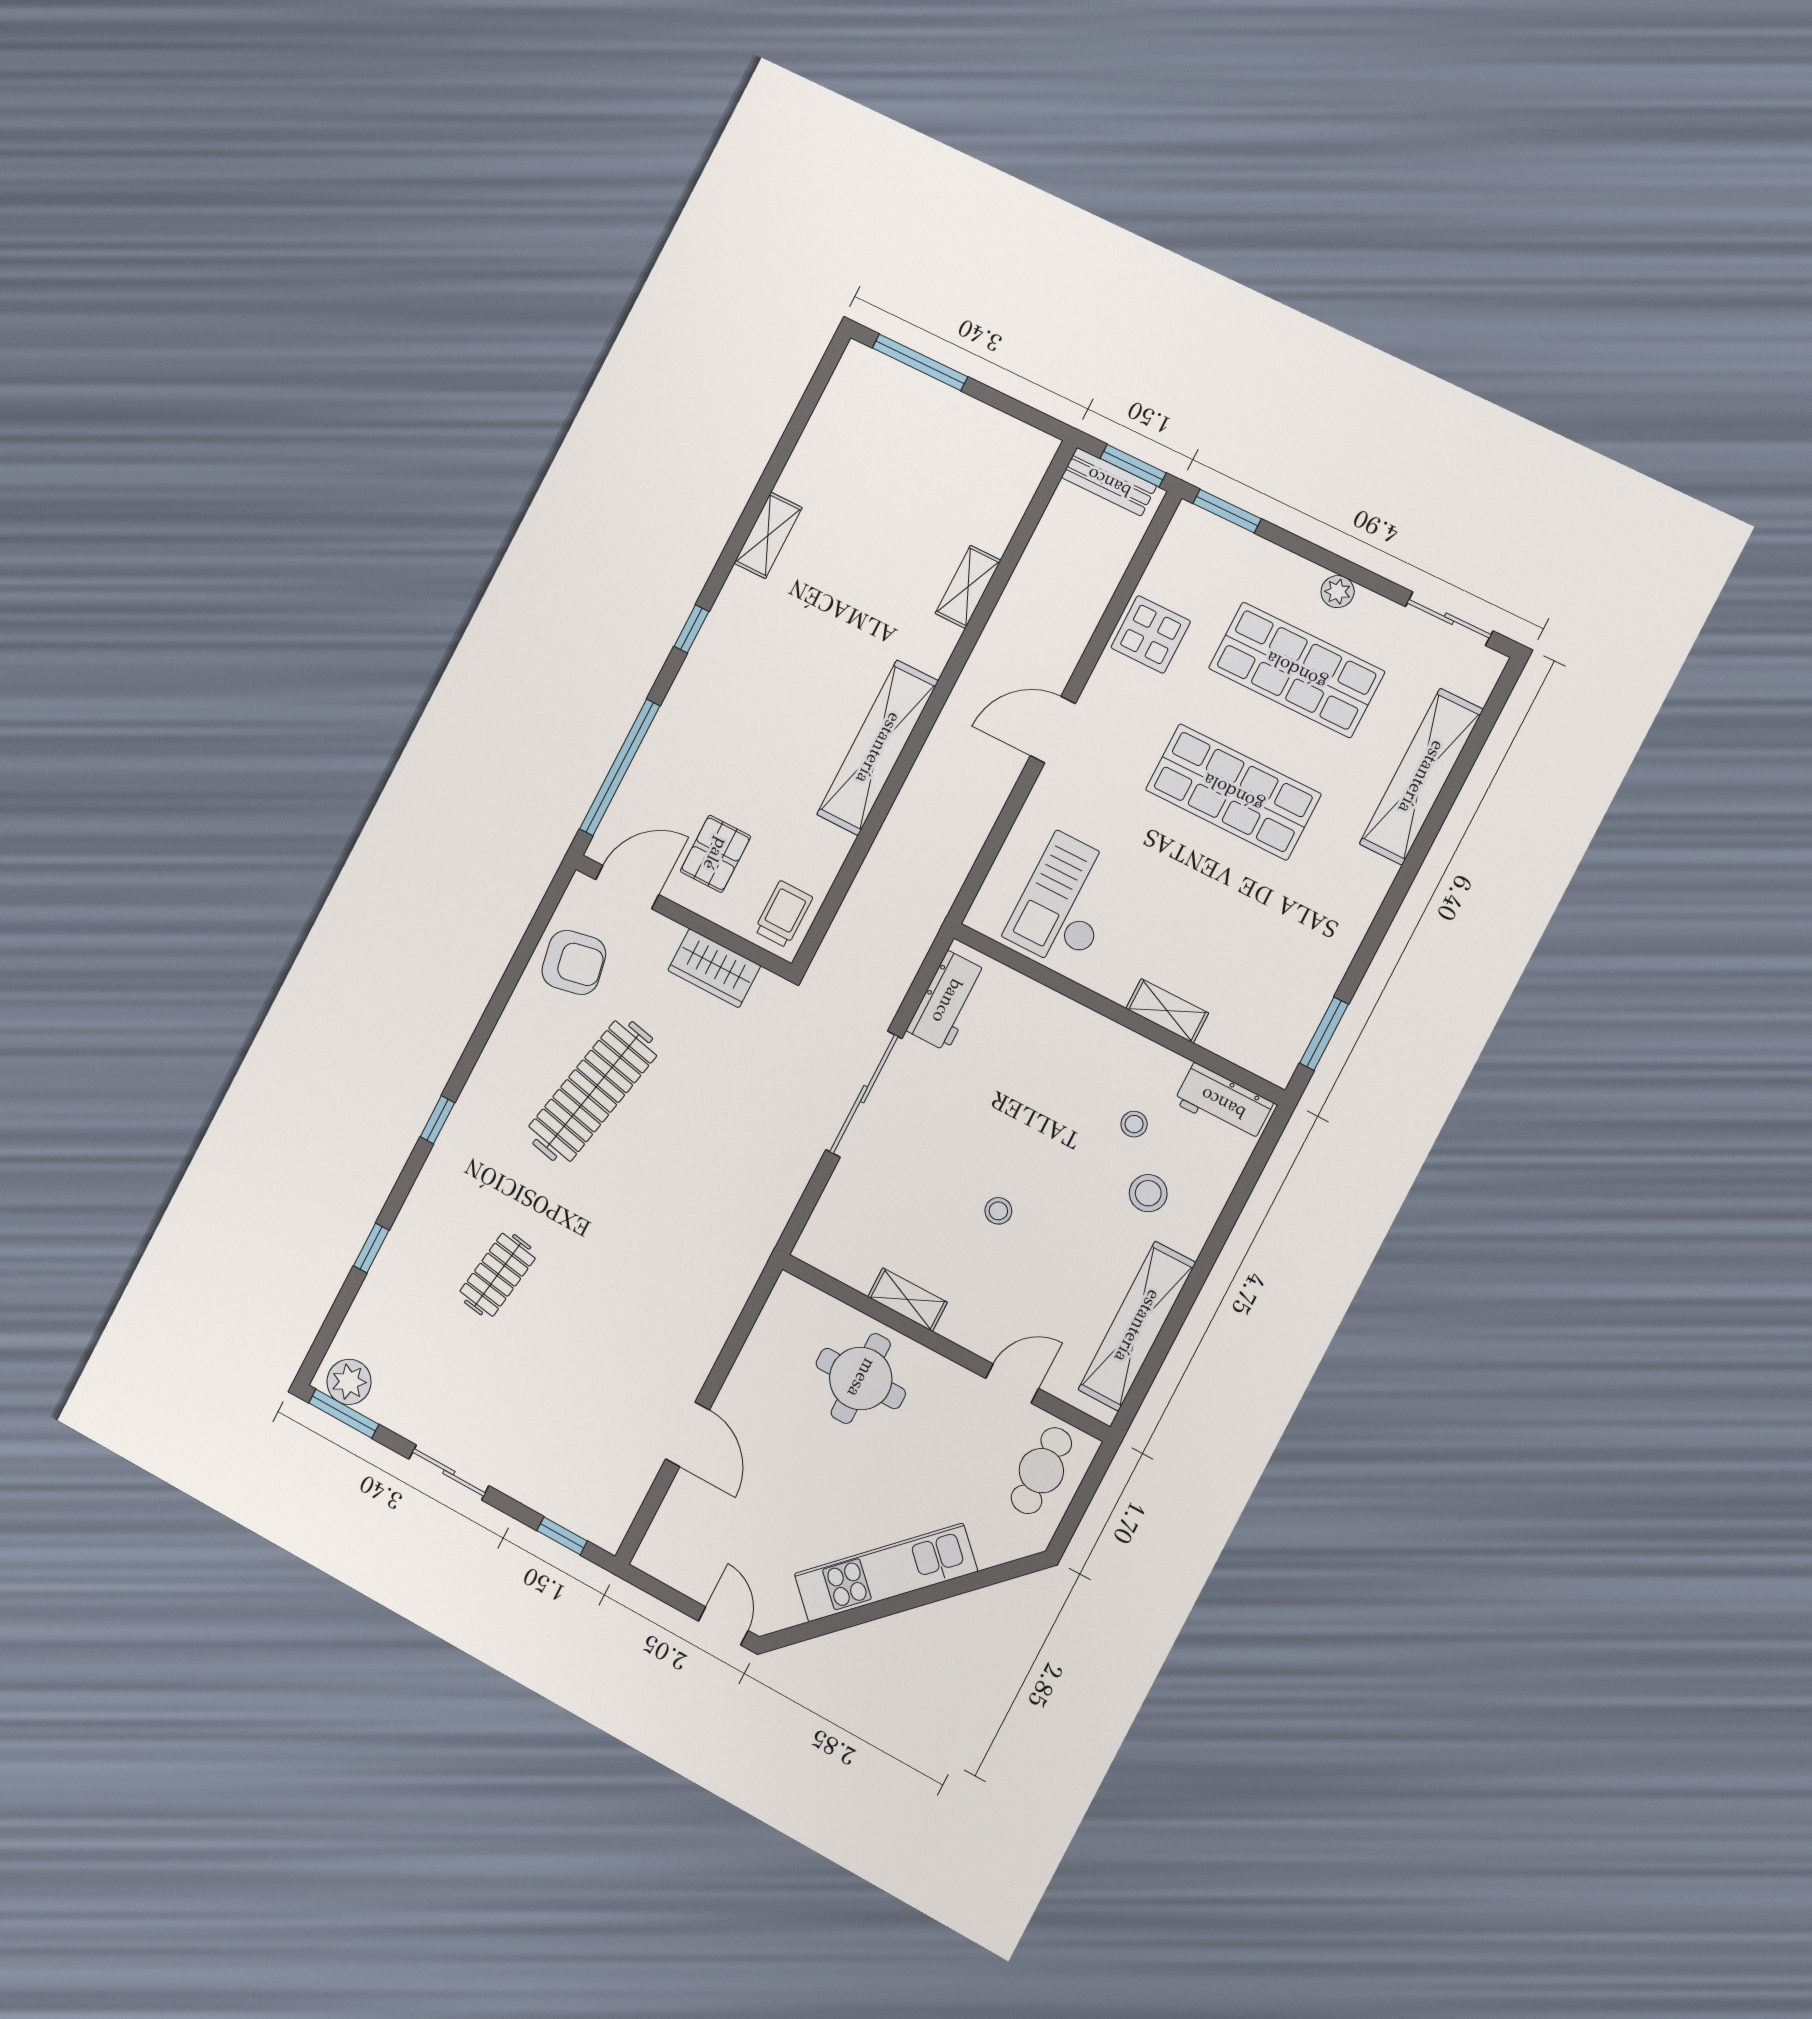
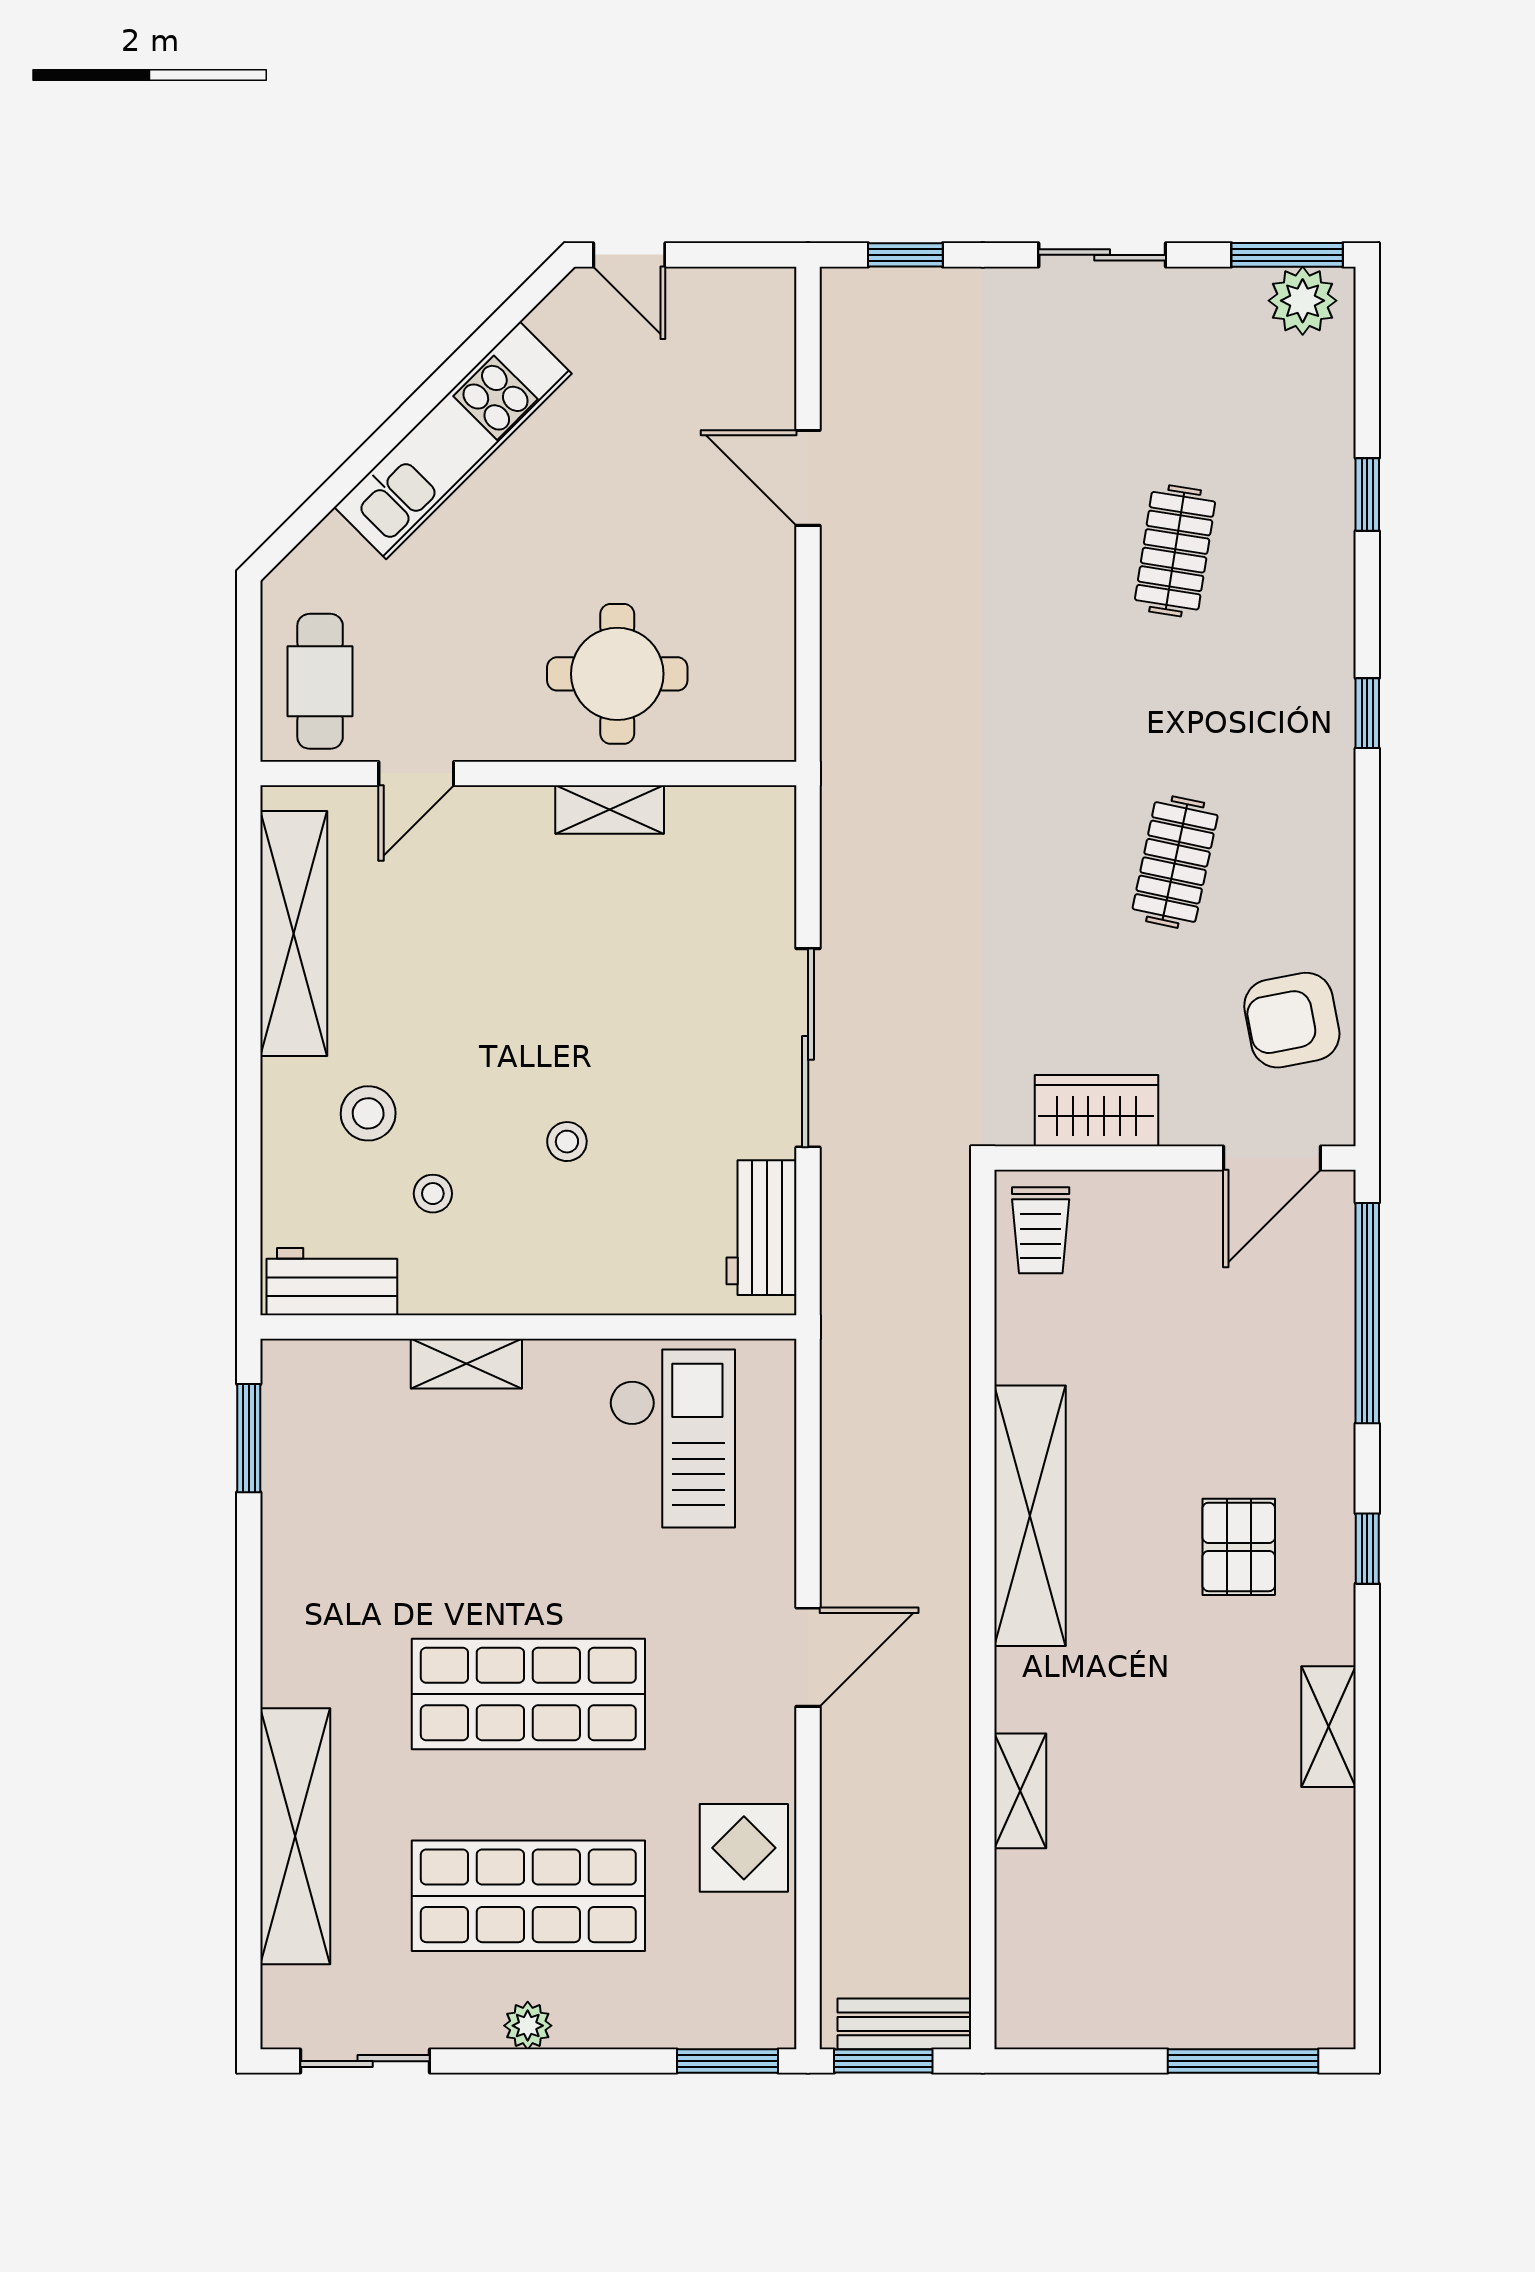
pallet: (715, 854) -> (1239, 1547), moved
clothes rail: (593, 1091) -> (1175, 862), width x0.54, depth x0.76
stool: (998, 1211) -> (567, 1142), moved

